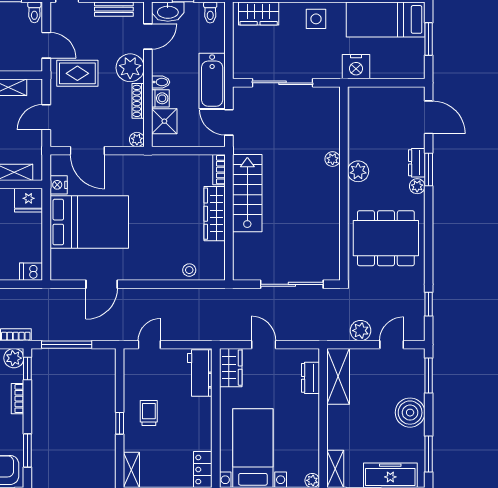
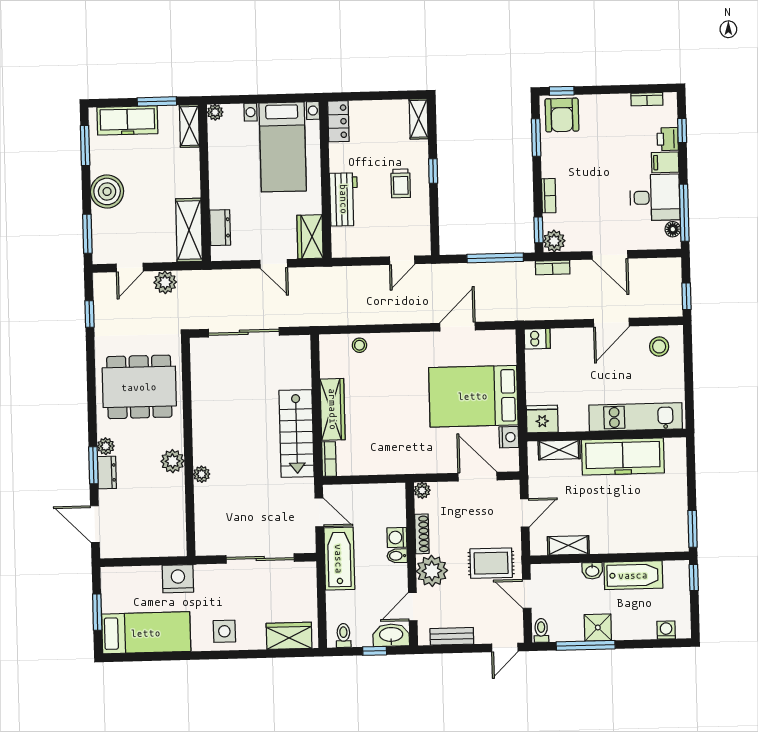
shower: (164, 121) -> (392, 512), removed
workbench: (200, 373) -> (344, 199), moved

